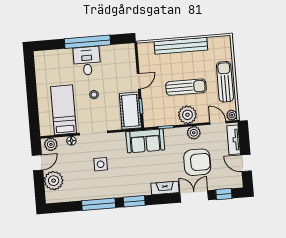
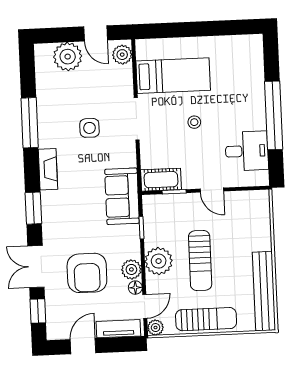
bench: (181, 46) -> (264, 291), moved
desk: (87, 61) -> (247, 151), moved
cot: (130, 111) -> (161, 180), width x0.73, depth x0.75
floor lamp: (71, 141) -> (135, 288), moved
fireplace: (165, 188) -> (48, 169), moved
double door: (194, 196) -> (36, 267), swing flipped
window: (134, 201) -> (33, 208), moved

